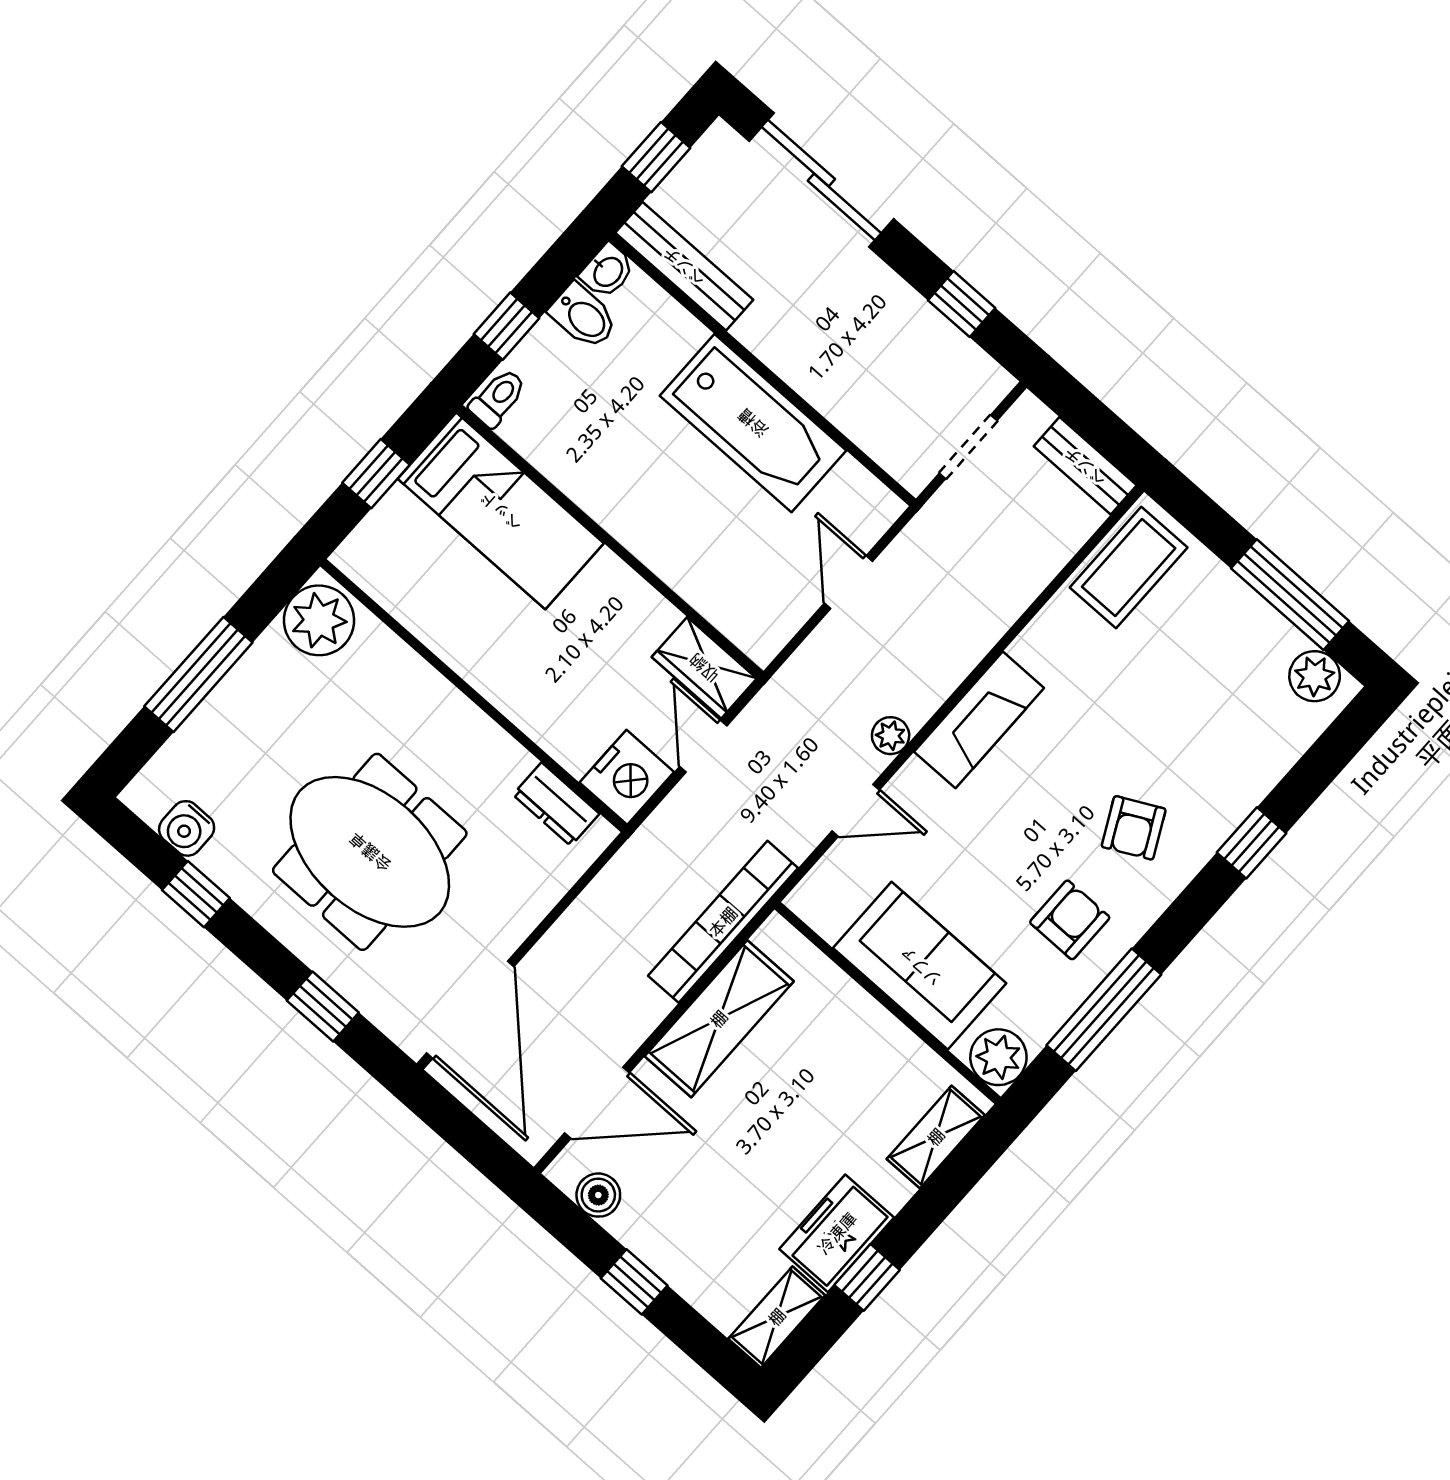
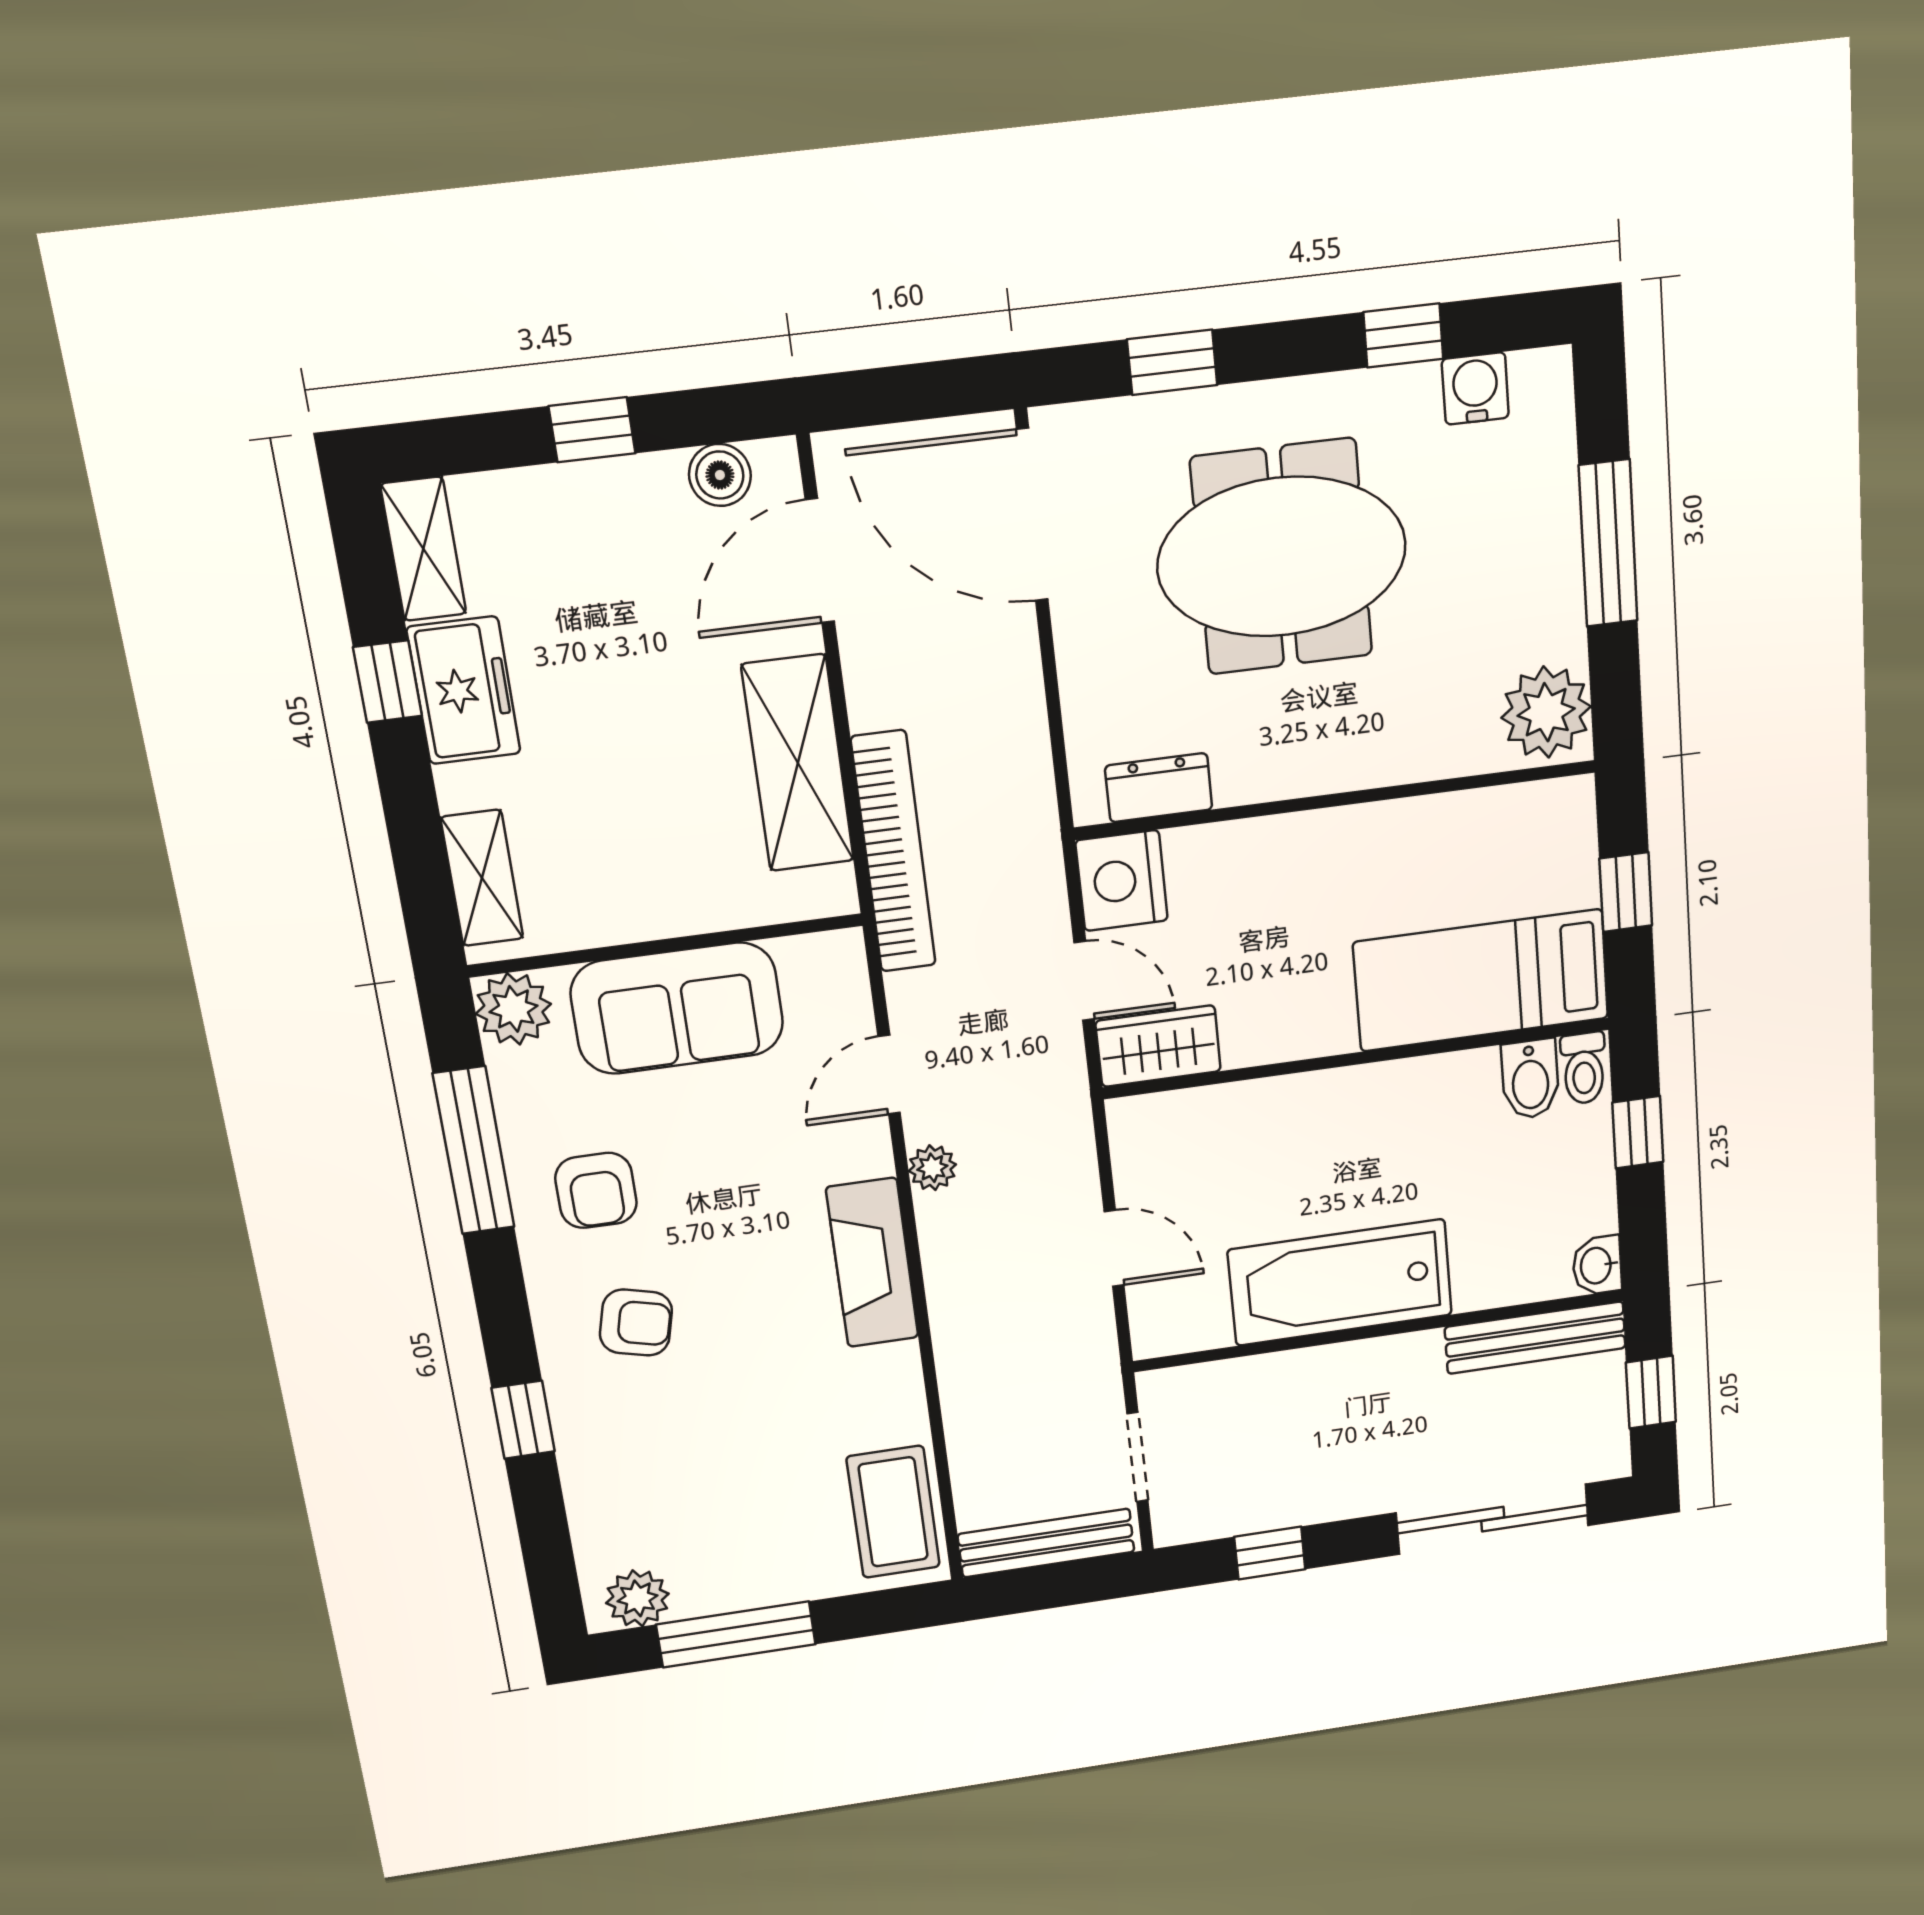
bidet: (583, 316) -> (1530, 1079), moved, turned -90
bench: (1085, 466) -> (1046, 1543), width x1.36
armchair: (1134, 828) -> (636, 1323), turned 131

